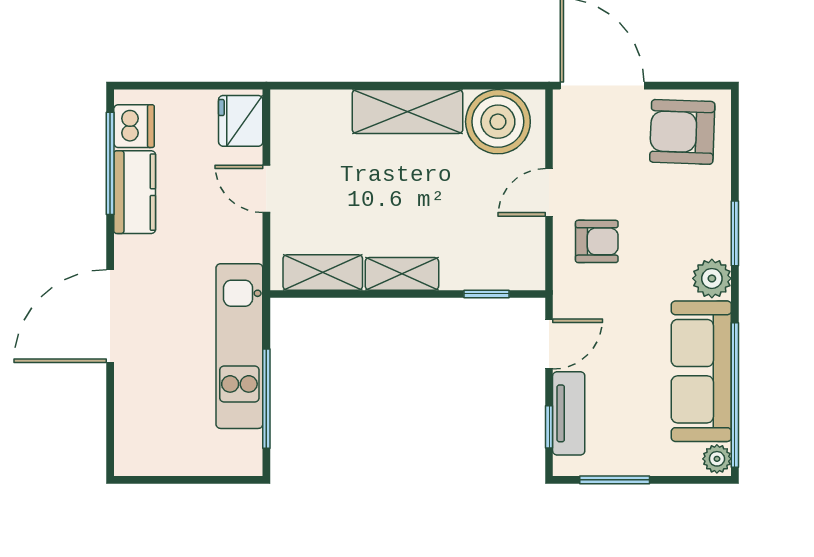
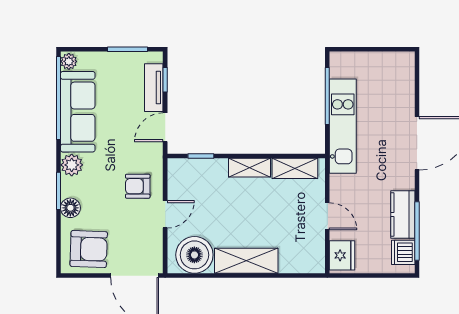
floor lamp: (714, 204) -> (70, 208), added

